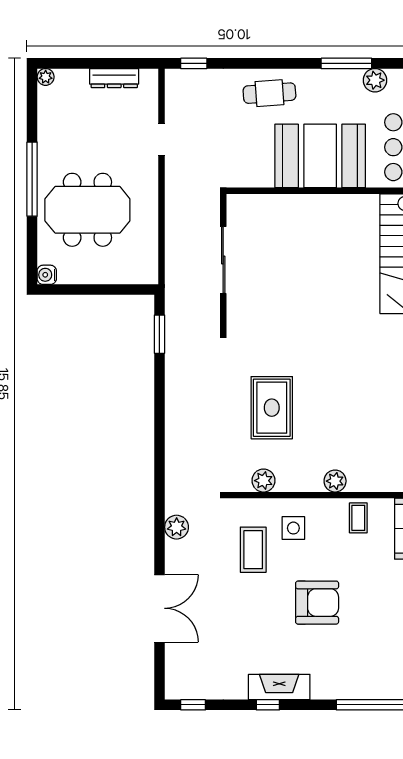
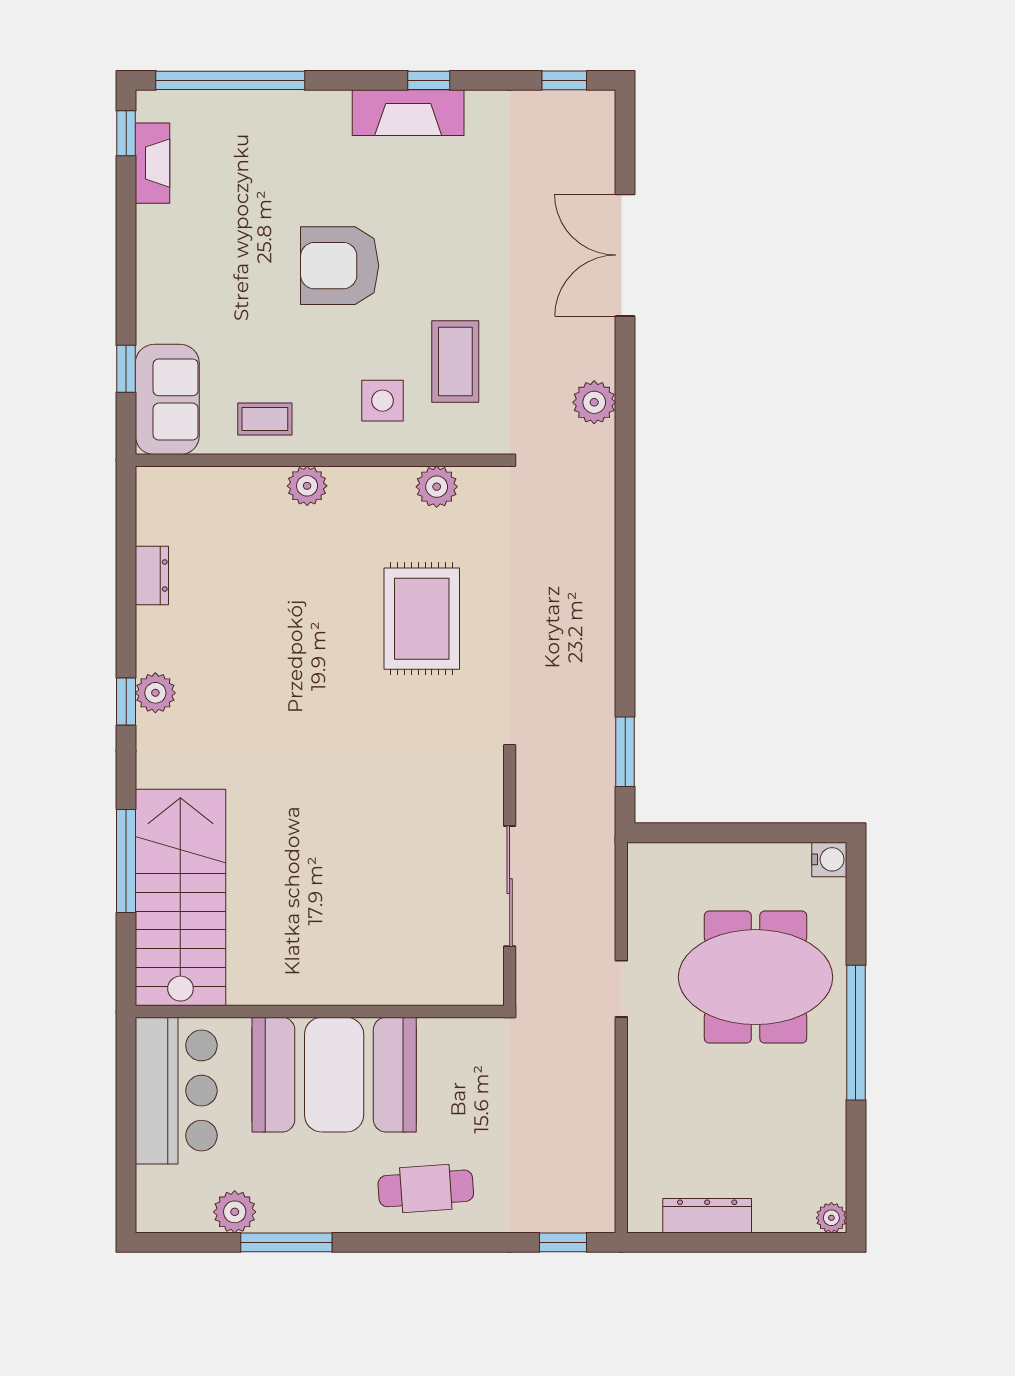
doorway: (162, 140) -> (621, 989), moved
coffee table: (358, 518) -> (265, 419), turned 90

